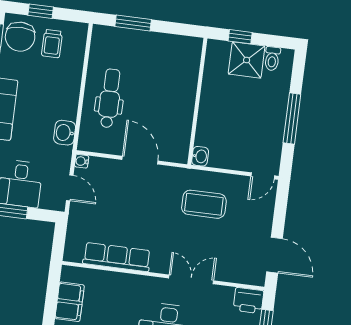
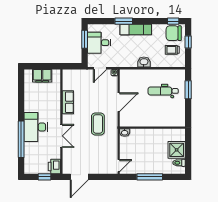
window: (240, 37) -> (188, 145), removed
dental chair: (110, 98) -> (163, 91), moved, turned 180
washbasin: (65, 133) -> (144, 62), moved
door: (263, 176) -> (119, 166), swing flipped
coffee table: (204, 204) -> (98, 124), moved
row of seats: (117, 257) -> (68, 102), width x0.68

